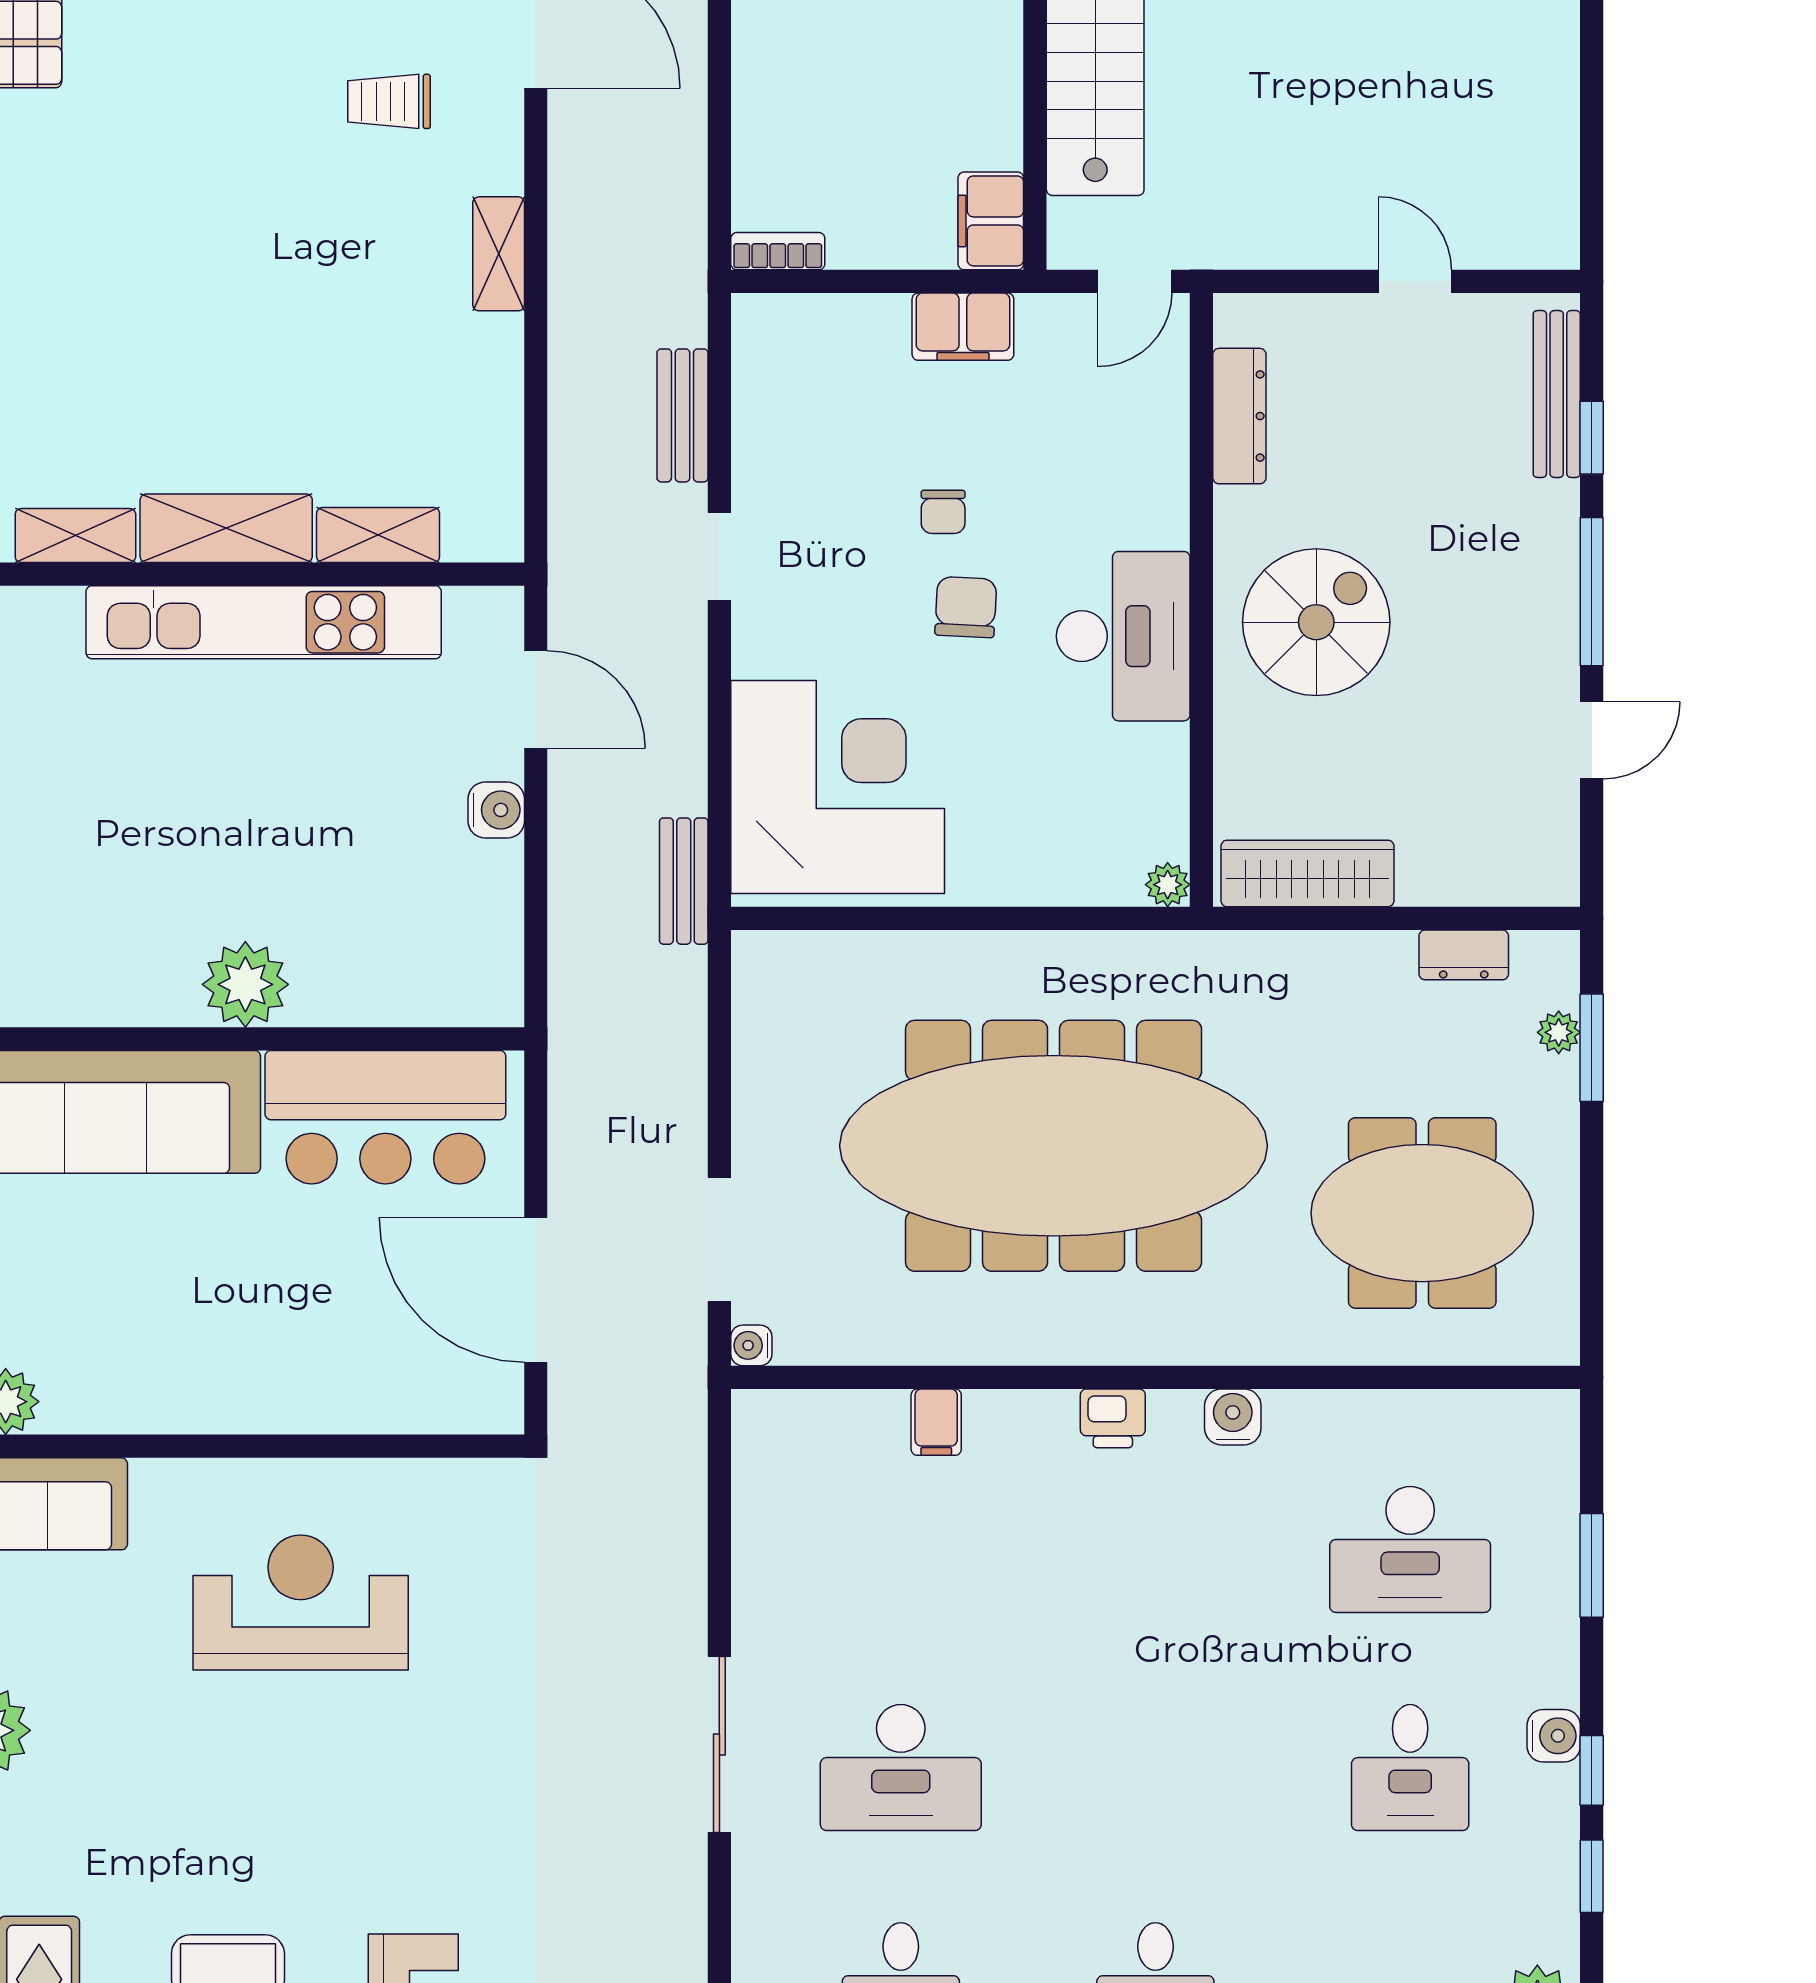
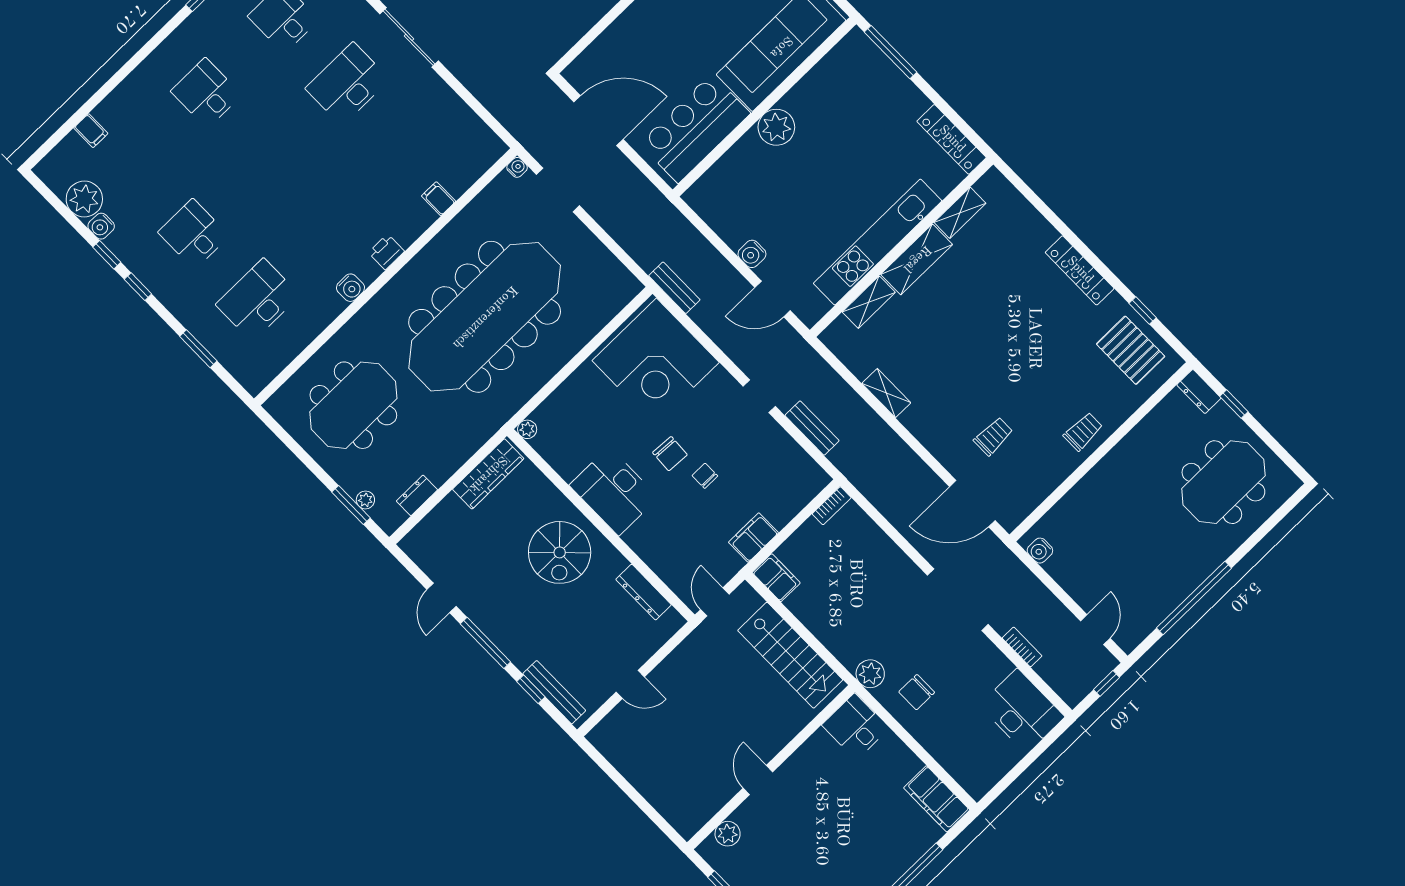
shelving: (499, 254) -> (886, 393), moved
water cooler: (1554, 1736) -> (101, 226), moved

